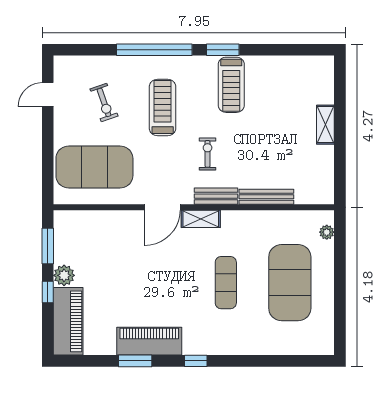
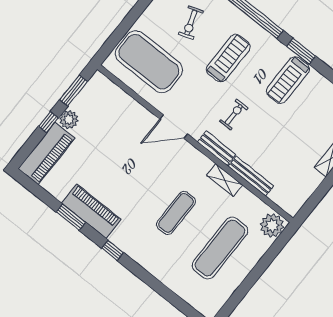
shelving: (201, 219) -> (225, 180), moved
plant: (327, 232) -> (272, 226), width x1.88, depth x1.88
exercise mat: (290, 283) -> (220, 248), width x0.68

